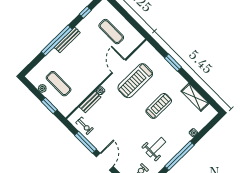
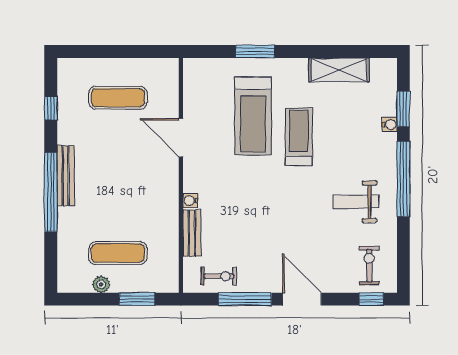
treadmill: (135, 81) -> (253, 116), moved
window: (203, 132) -> (403, 109), added
weight bench: (156, 147) -> (356, 202), turned -90

